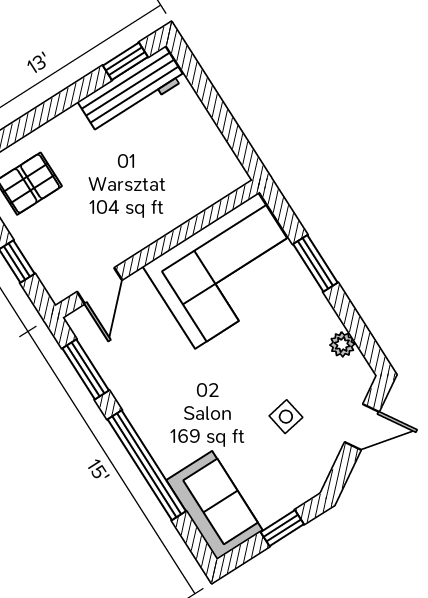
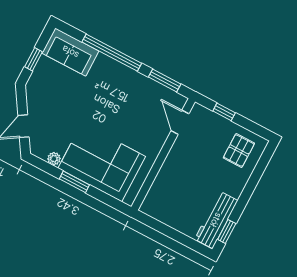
window: (315, 263) -> (74, 182), moved
corner sofa: (227, 271) -> (102, 162), moved, turned 90
side table: (286, 417) -> (61, 111), removed

